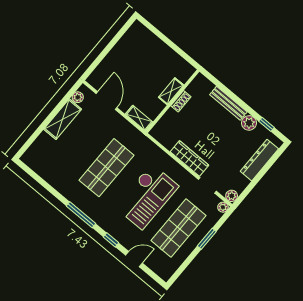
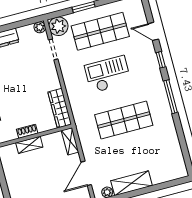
wardrobe: (190, 158) -> (60, 108), moved
checkout: (147, 197) -> (108, 74), width x0.73, depth x0.83
plant: (223, 207) -> (58, 26), width x1.87, depth x1.87

